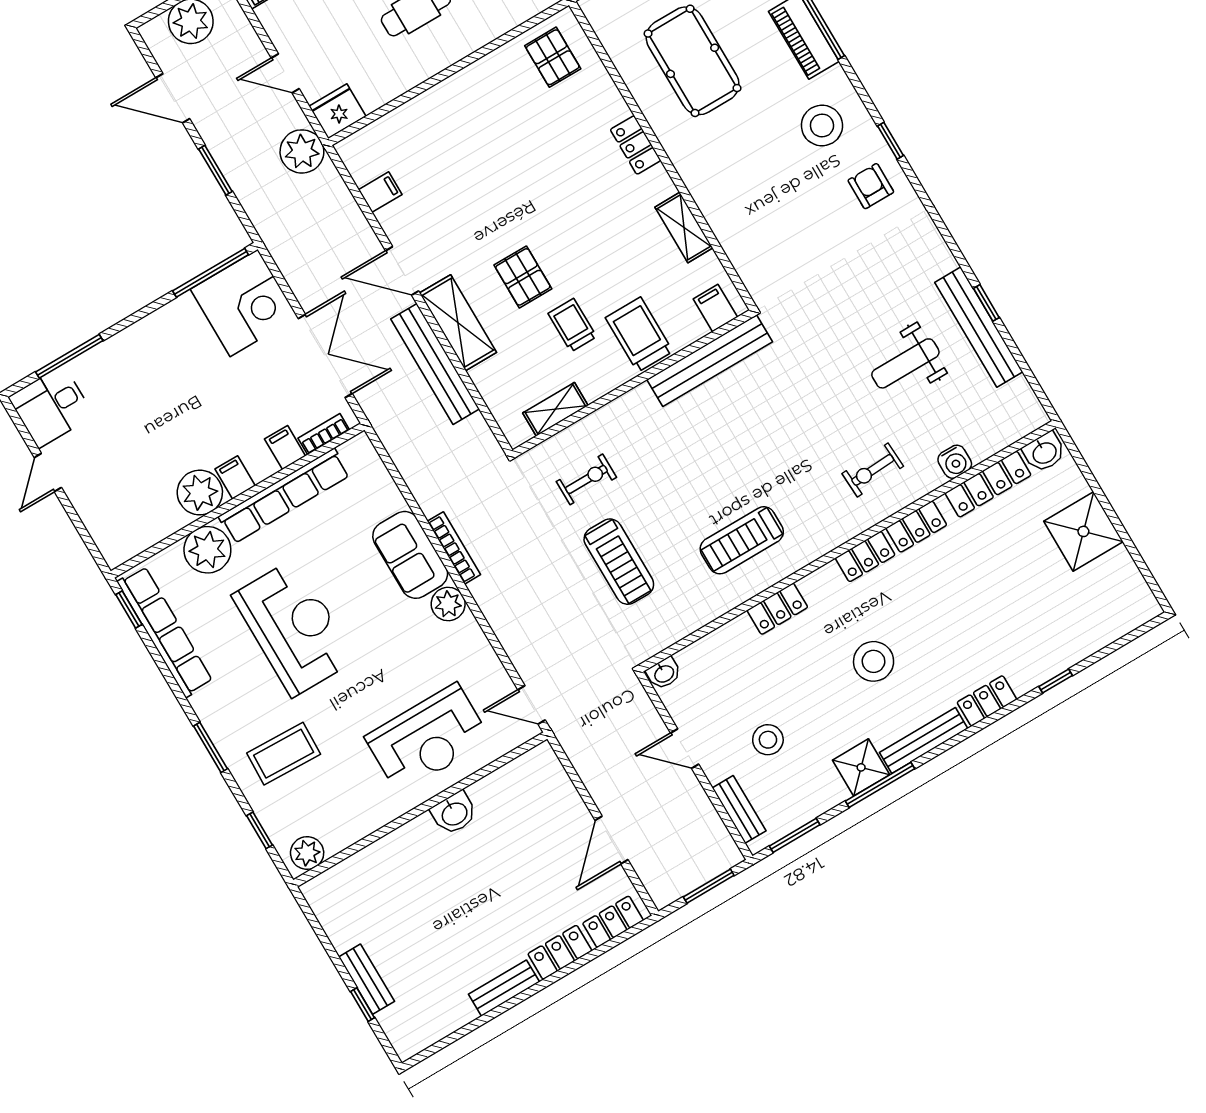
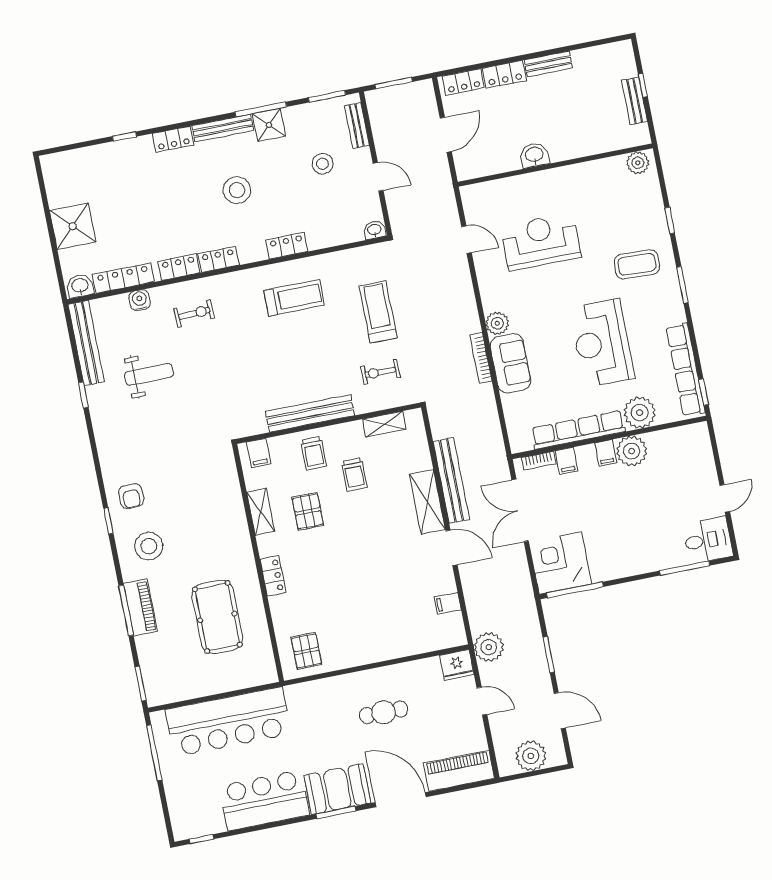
pallet: (523, 277) -> (308, 511), moved
bench: (979, 327) -> (86, 343), moved
trolley: (639, 335) -> (314, 453), width x0.73, depth x0.72
bench: (710, 361) -> (310, 413), moved
wall: (420, 809) -> (555, 165), moved
washbasin: (454, 813) -> (534, 155), moved
plant: (307, 853) -> (638, 163), moved

